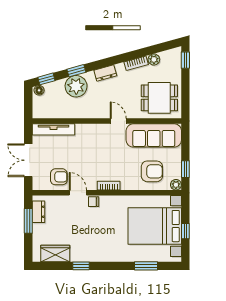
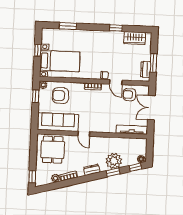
dining table: (159, 98) -> (53, 150), turned 90
double door: (28, 160) -> (151, 108), swing flipped
bed with nightstands: (155, 226) -> (60, 61), width x0.73

